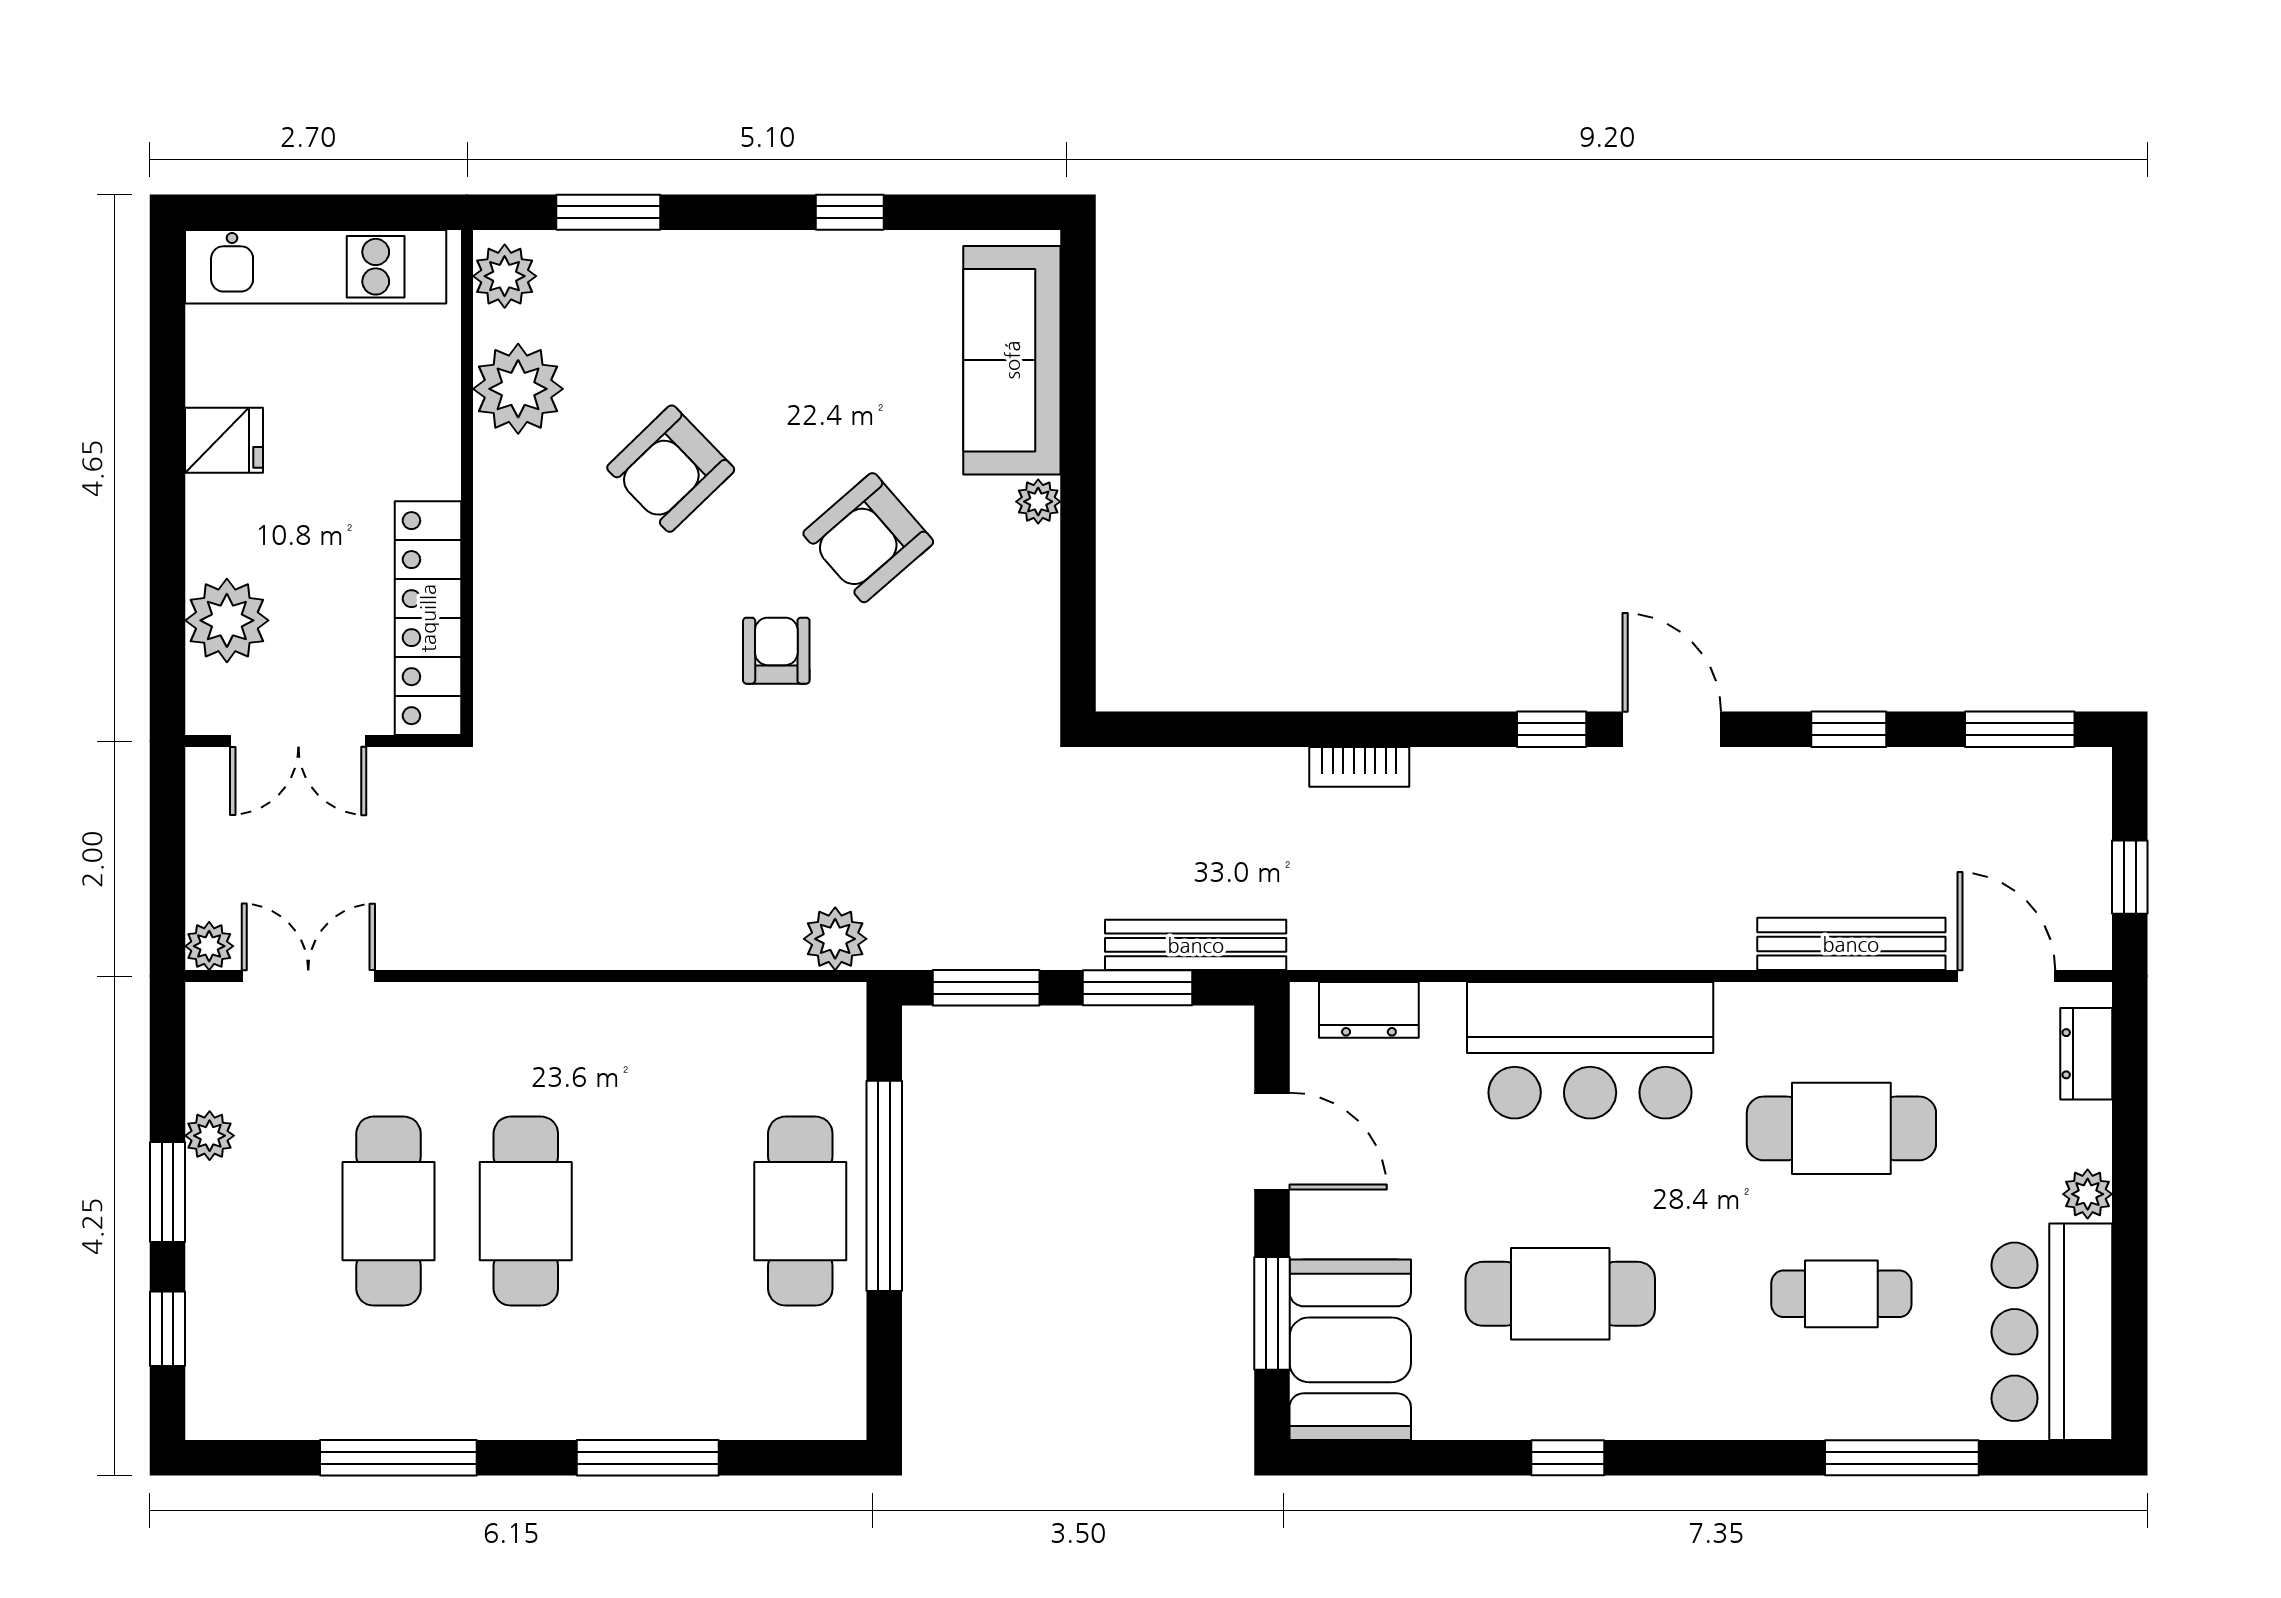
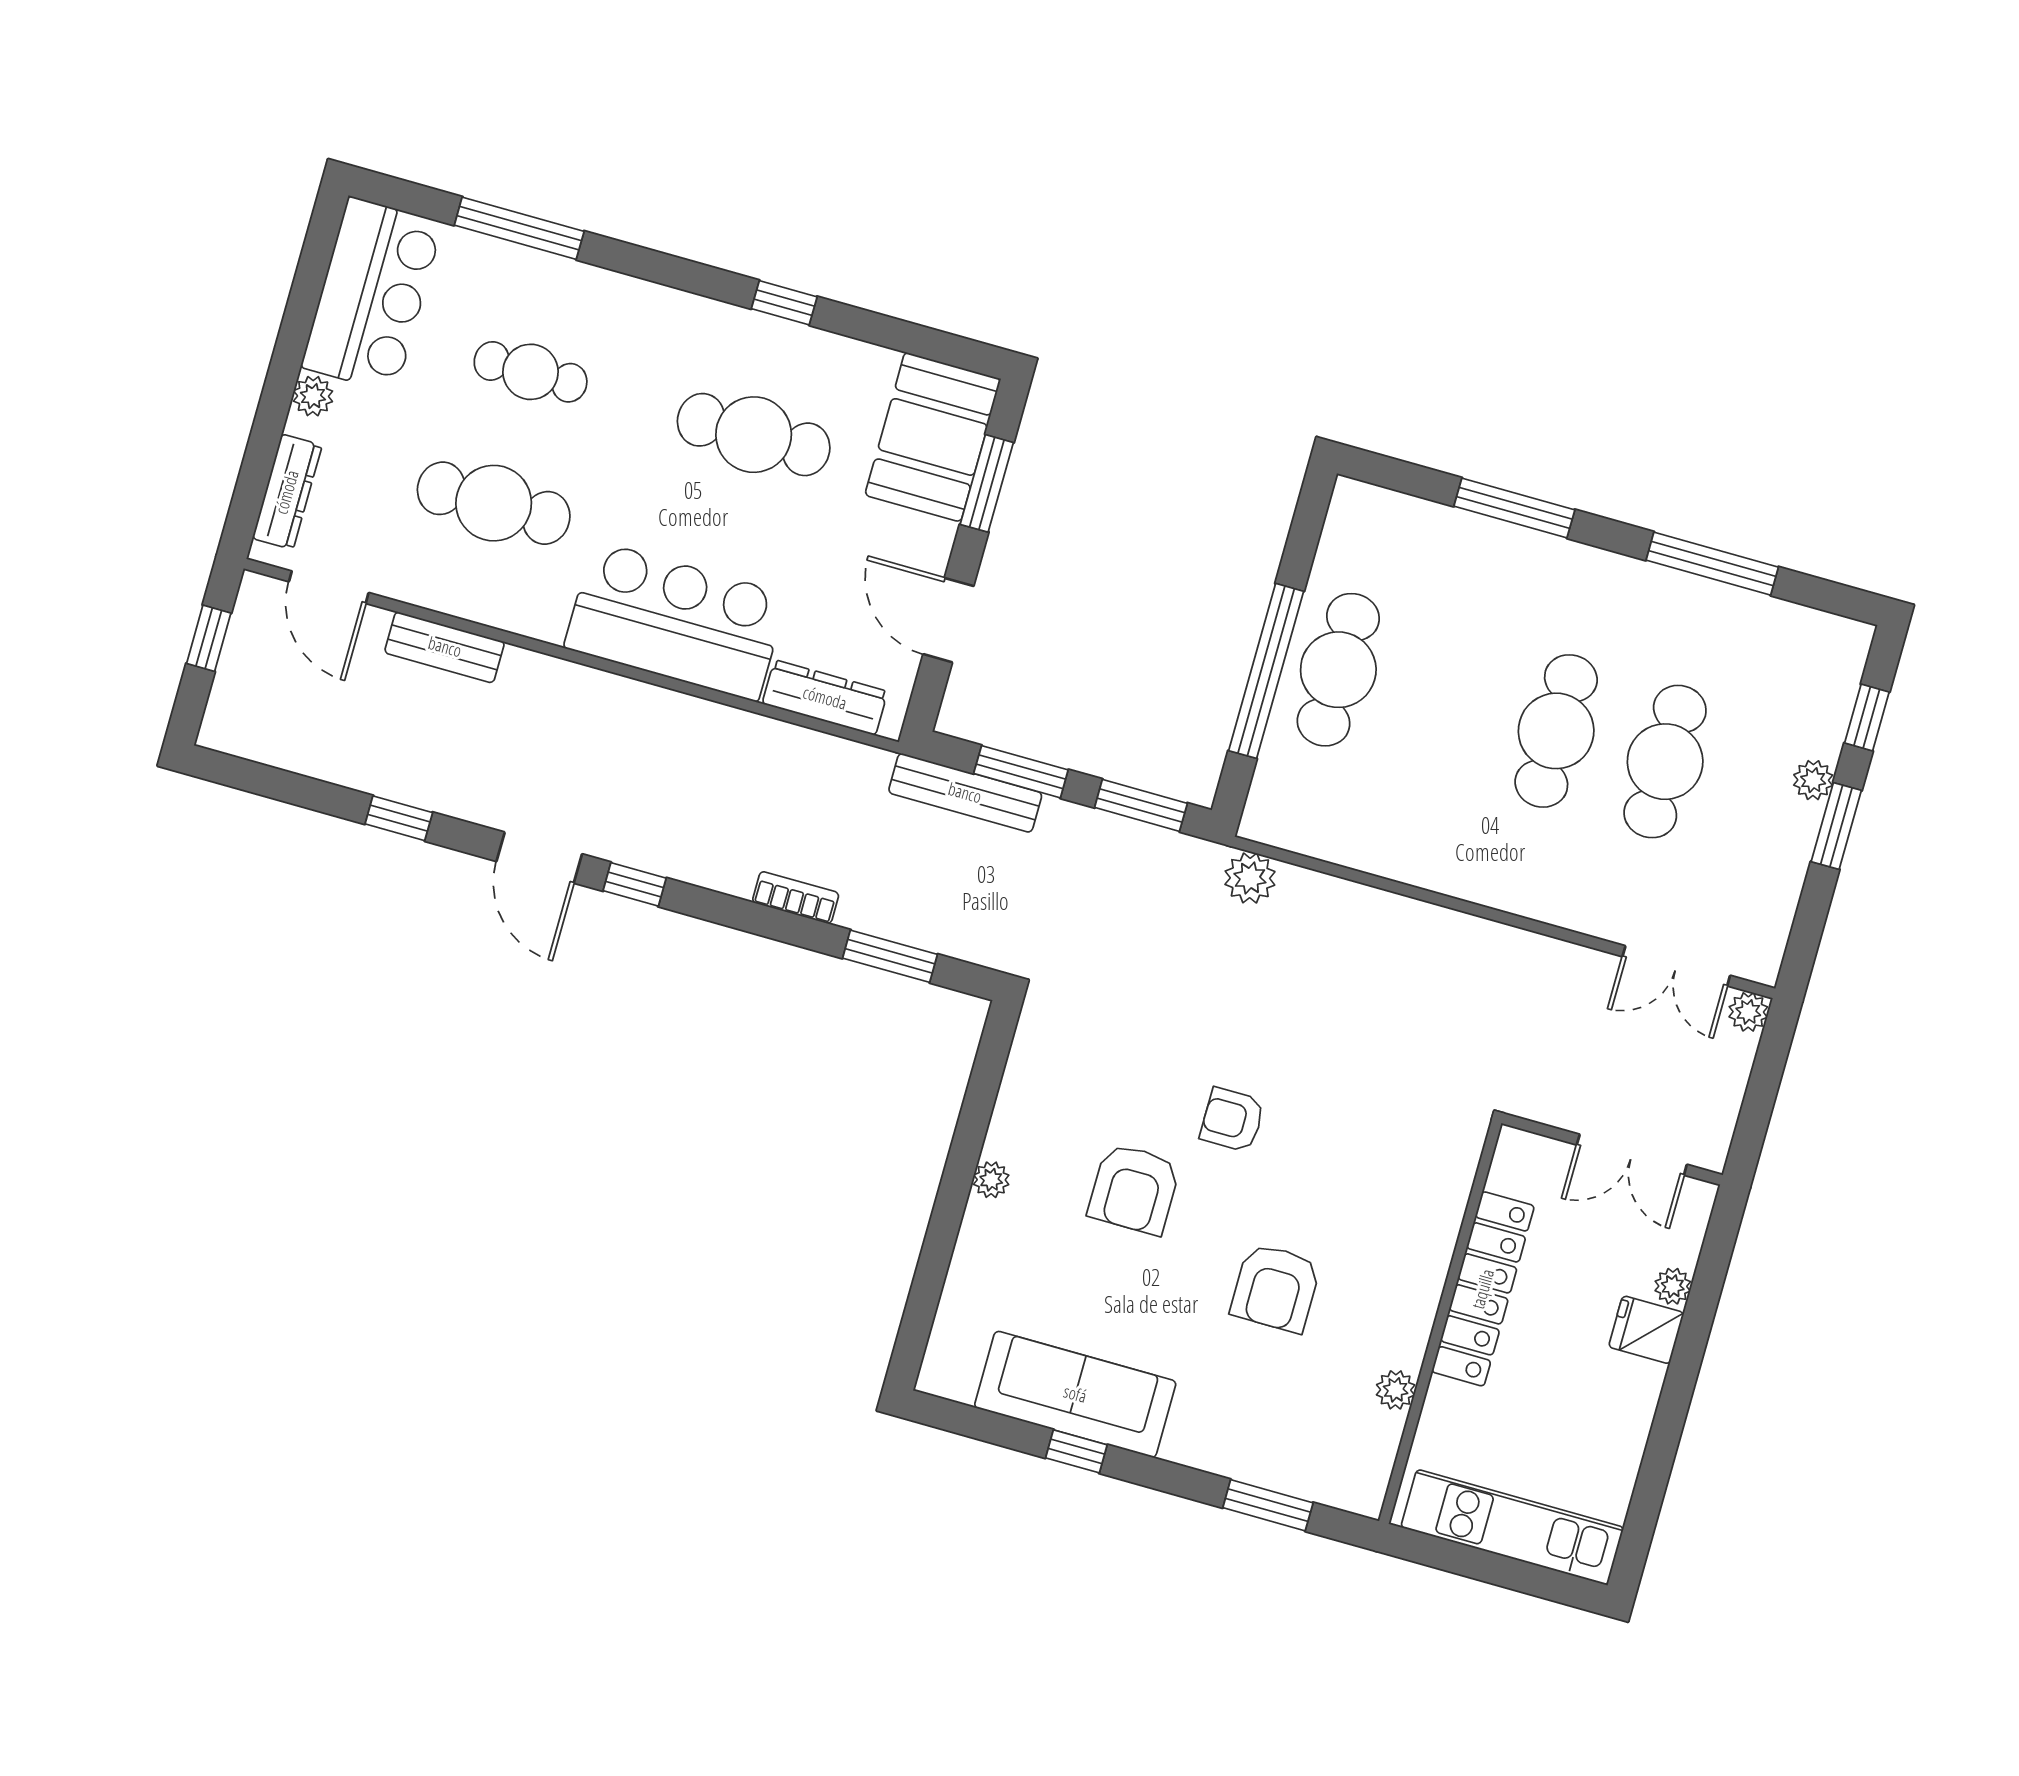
plant: (505, 276) -> (1364, 1478), removed
sofa: (1012, 360) -> (1075, 1394), moved, turned -90
plant: (518, 389) -> (1396, 1390), width x0.53, depth x0.53
fridge: (224, 440) -> (1646, 1330), moved
armchair: (671, 469) -> (1276, 1288), turned 134
armchair: (868, 538) -> (1134, 1189), turned 131
locker: (428, 618) -> (1483, 1289), moved
plant: (227, 620) -> (1673, 1286), width x0.53, depth x0.53
armchair: (776, 651) -> (1232, 1120), turned 90
window: (2020, 729) -> (890, 956), moved
double door: (298, 741) -> (1632, 1155), swing flipped
bench: (1851, 944) -> (445, 647), width x0.73
dresser: (1369, 1010) -> (825, 698), width x1.44
dresser: (2086, 1054) -> (287, 492), width x1.44
plant: (210, 1136) -> (1813, 780), moved

